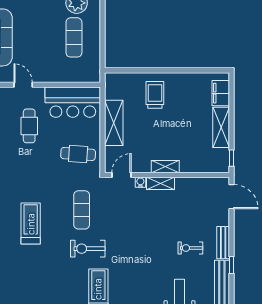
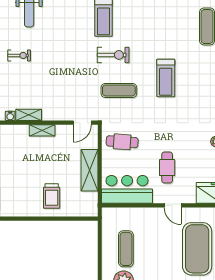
water cooler: (140, 182) -> (10, 116), moved
shelving: (161, 183) -> (29, 115), moved
exercise mat: (82, 210) -> (119, 90), turned 90

